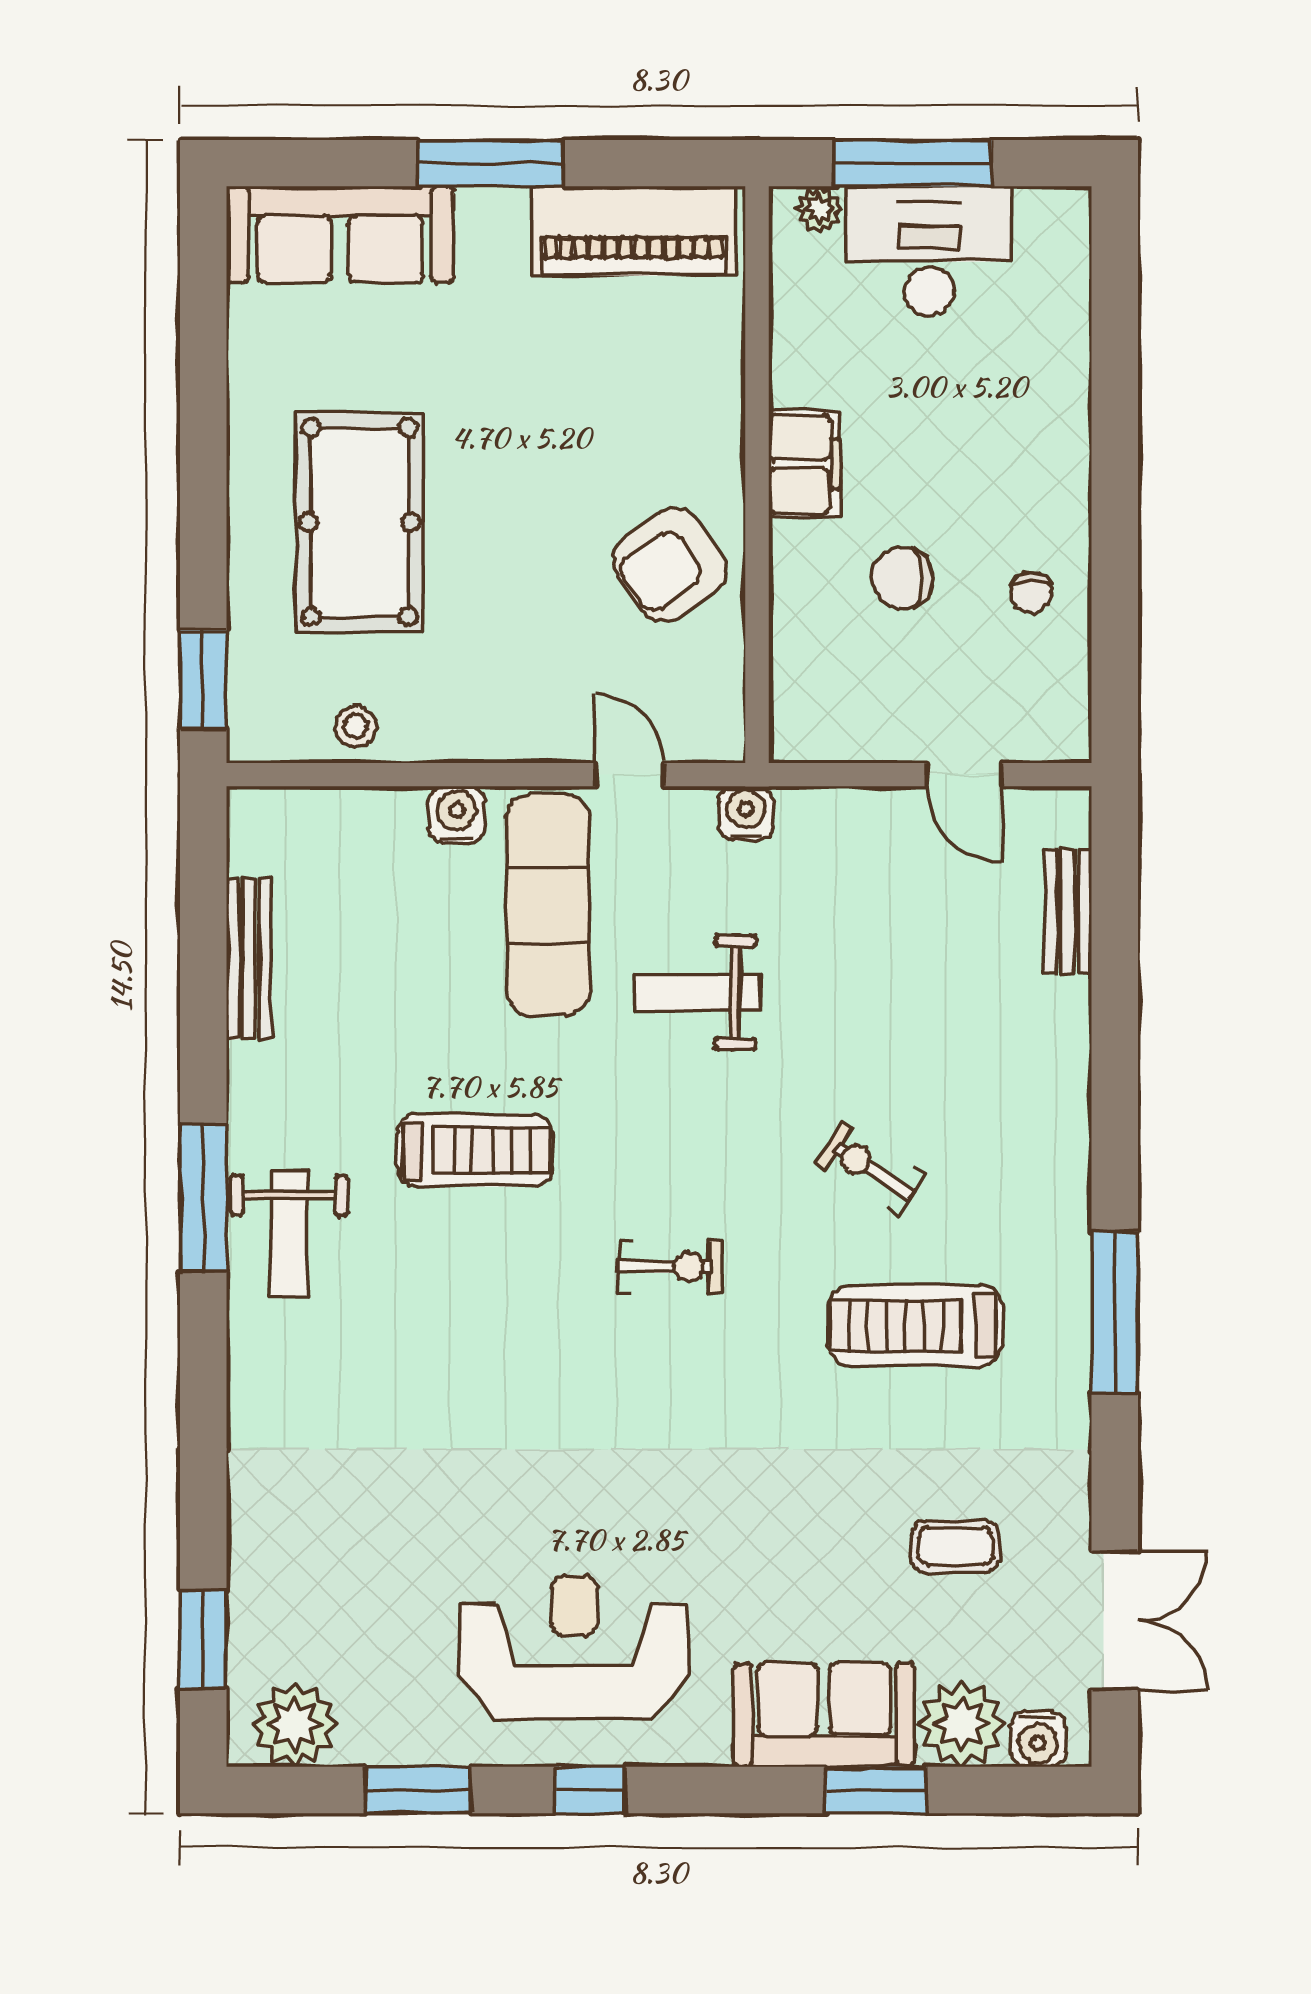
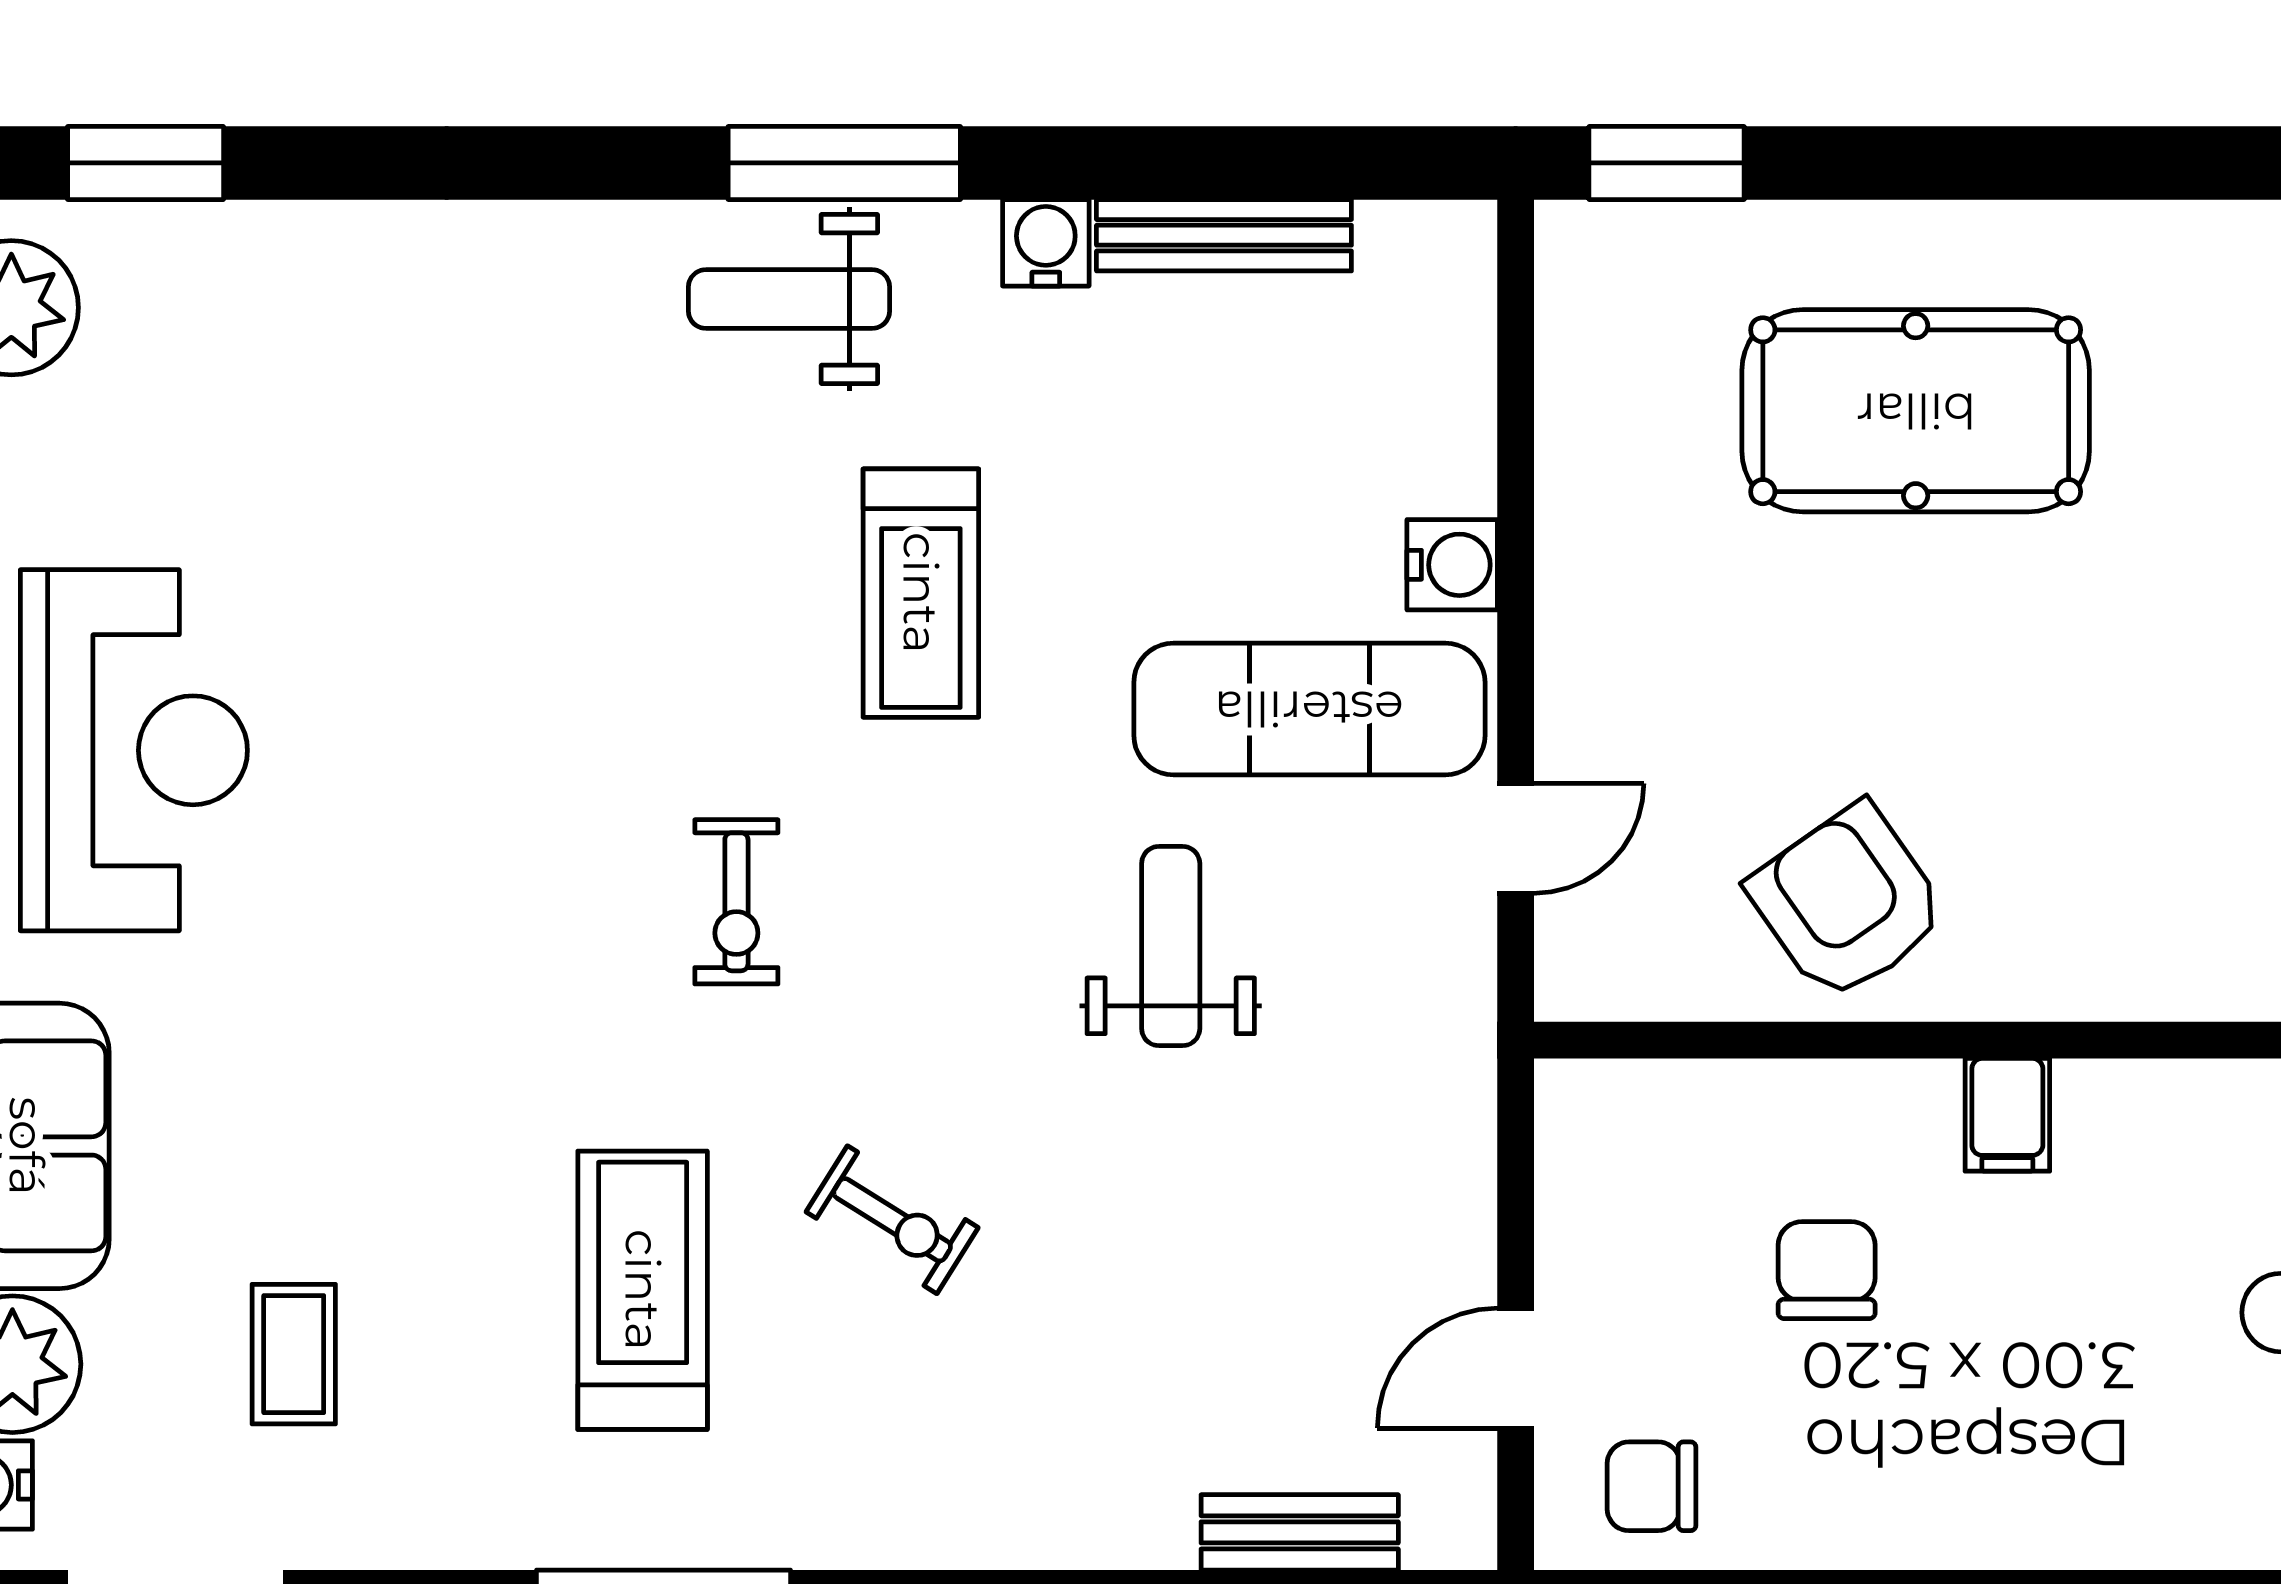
filing cabinet: (804, 464) -> (2007, 1115), width x0.50
chair: (1031, 593) -> (1652, 1486), moved, width x1.37, depth x1.37
stool: (356, 726) -> (1592, 404), removed
water cooler: (746, 813) -> (1046, 243), moved, turned -90
exercise bike: (870, 1168) -> (892, 1220), turned 90

